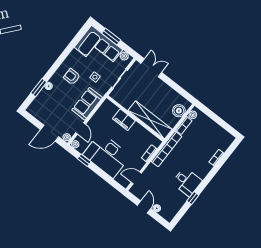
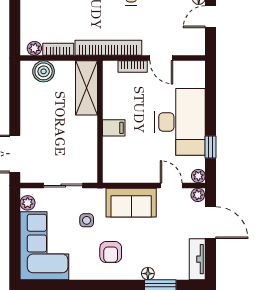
window: (111, 37) -> (15, 241), removed
tv unit: (37, 114) -> (197, 259), added
filing cabinet: (124, 120) -> (114, 128), width x0.50
shelving: (150, 120) -> (86, 88), width x0.68
door: (81, 128) -> (171, 186), hinge flipped
door: (136, 178) -> (161, 58), moved

